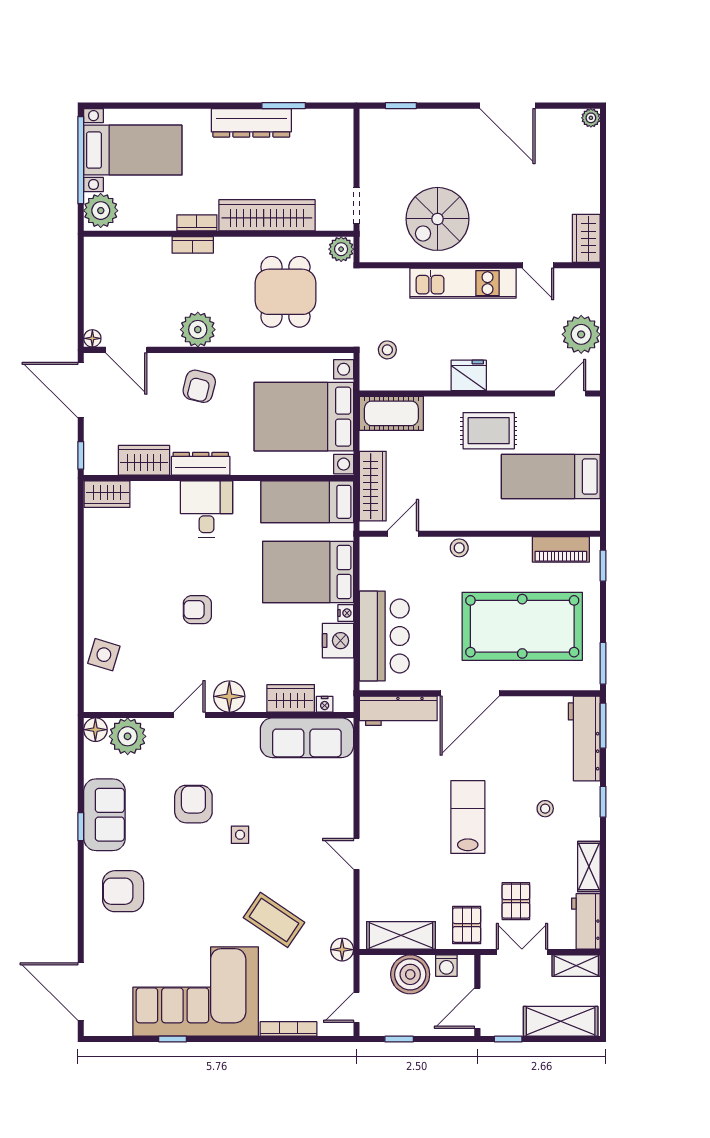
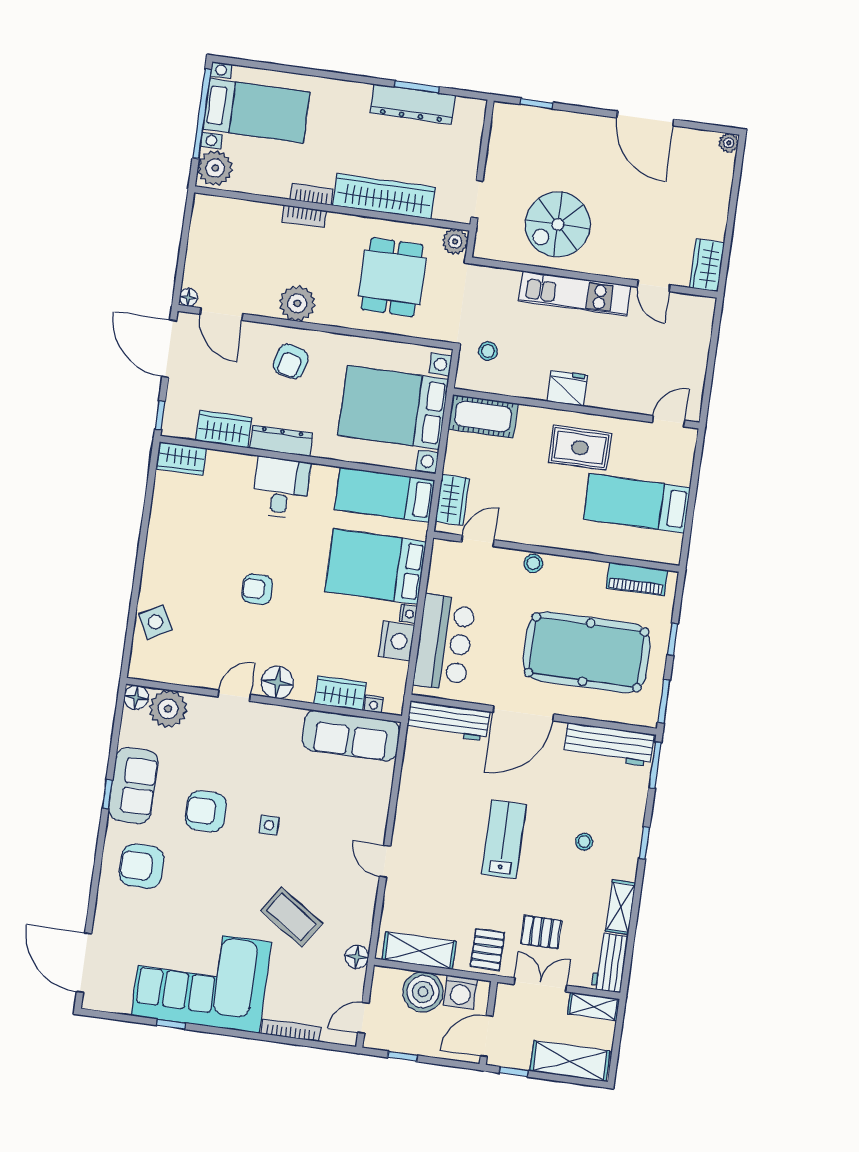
dresser: (251, 123) -> (413, 104), moved
plant: (581, 334) -> (688, 363), removed
wardrobe: (373, 486) -> (452, 500), width x0.67
window: (603, 566) -> (673, 639), moved
side table: (104, 655) -> (155, 622), turned 45
workbench: (584, 739) -> (609, 745), moved, turned -90
armchair: (193, 804) -> (206, 811), moved, turned -90
pallet: (516, 901) -> (541, 932), turned 90
washing machine: (446, 966) -> (461, 992), width x1.38, depth x1.38

